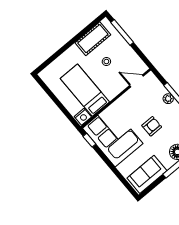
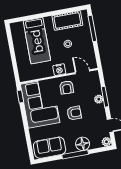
bed: (85, 90) -> (37, 41), moved, turned 180
armchair: (130, 105) -> (67, 87), added
nightstand: (83, 117) -> (59, 70), moved

